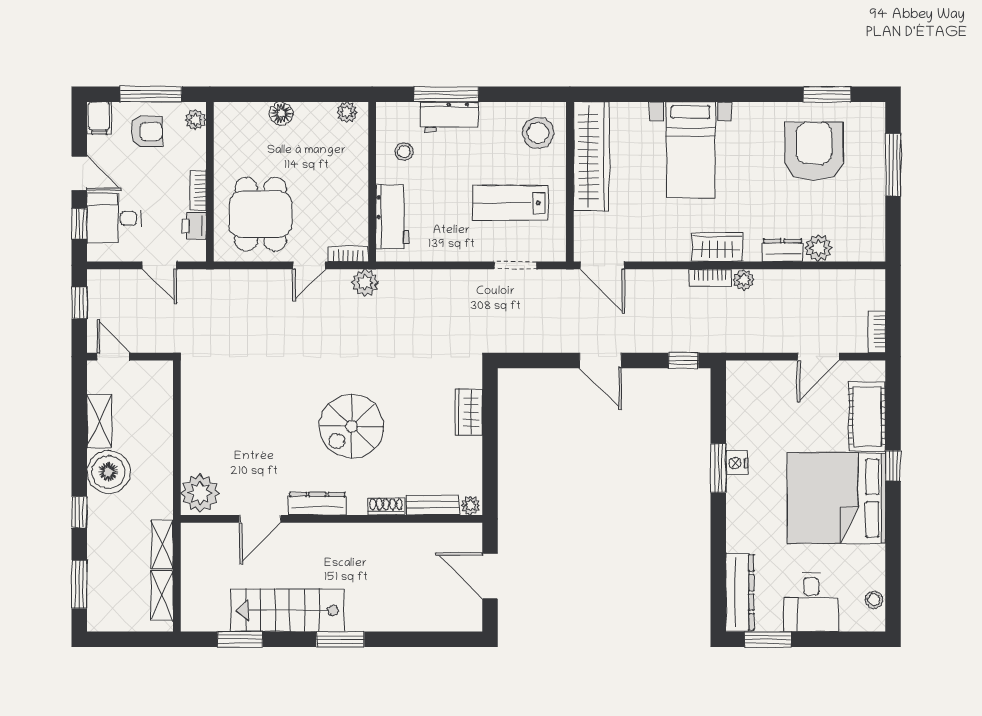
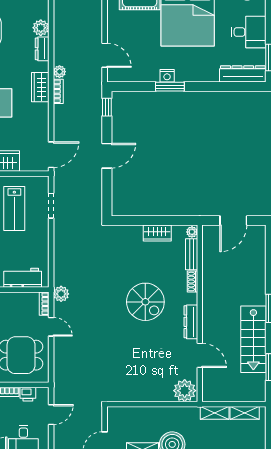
door: (818, 357) -> (105, 55), moved
wardrobe: (469, 412) -> (157, 233), moved

